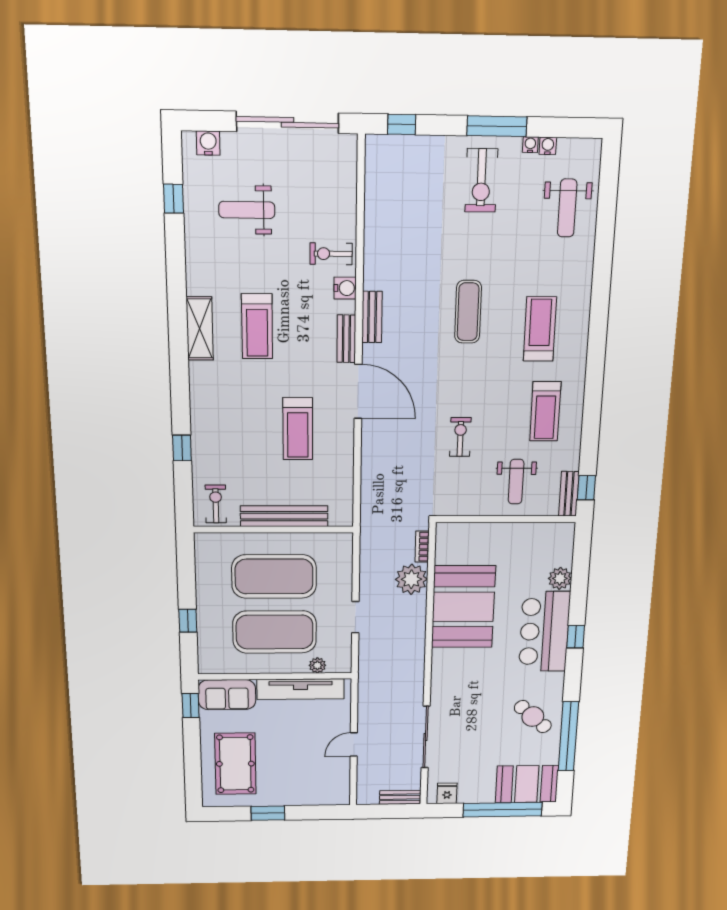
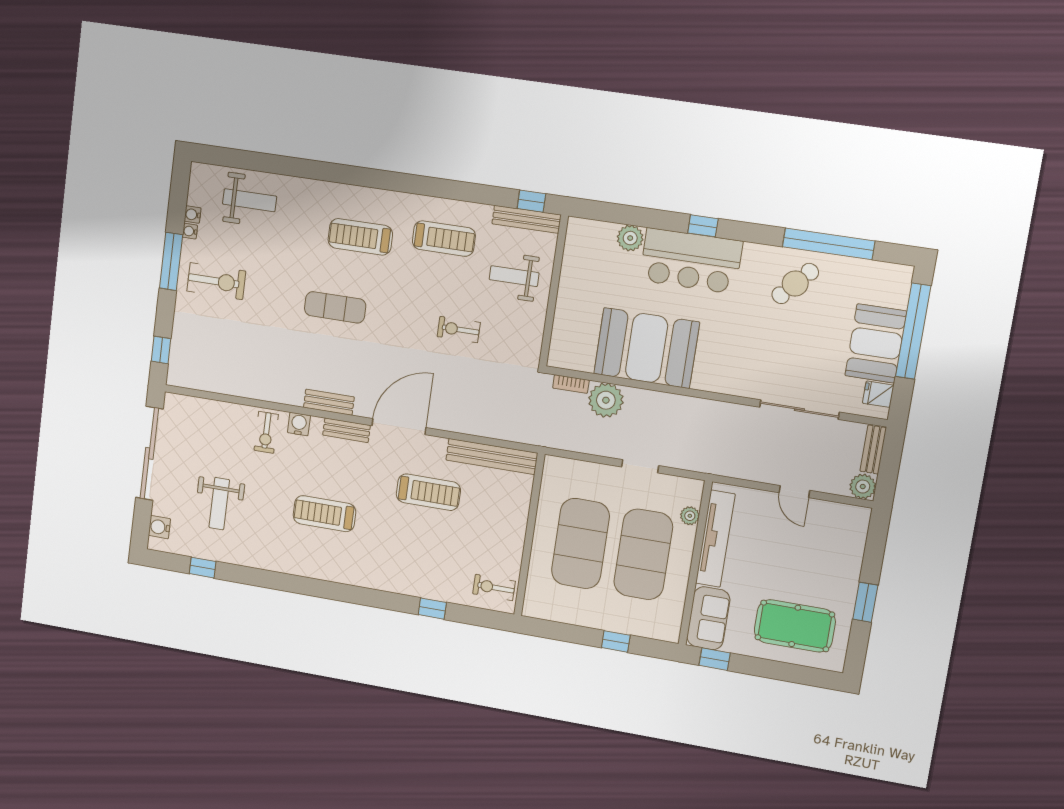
treadmill: (257, 326) -> (324, 514), turned 180
shelving: (200, 329) -> (320, 568), removed
weight bench: (516, 482) -> (514, 276), turned 180
bench: (569, 494) -> (527, 219), width x1.36
bench: (284, 516) -> (492, 457), moved, turned 90
booth: (527, 784) -> (876, 343), moved
plant: (367, 795) -> (863, 487), added

